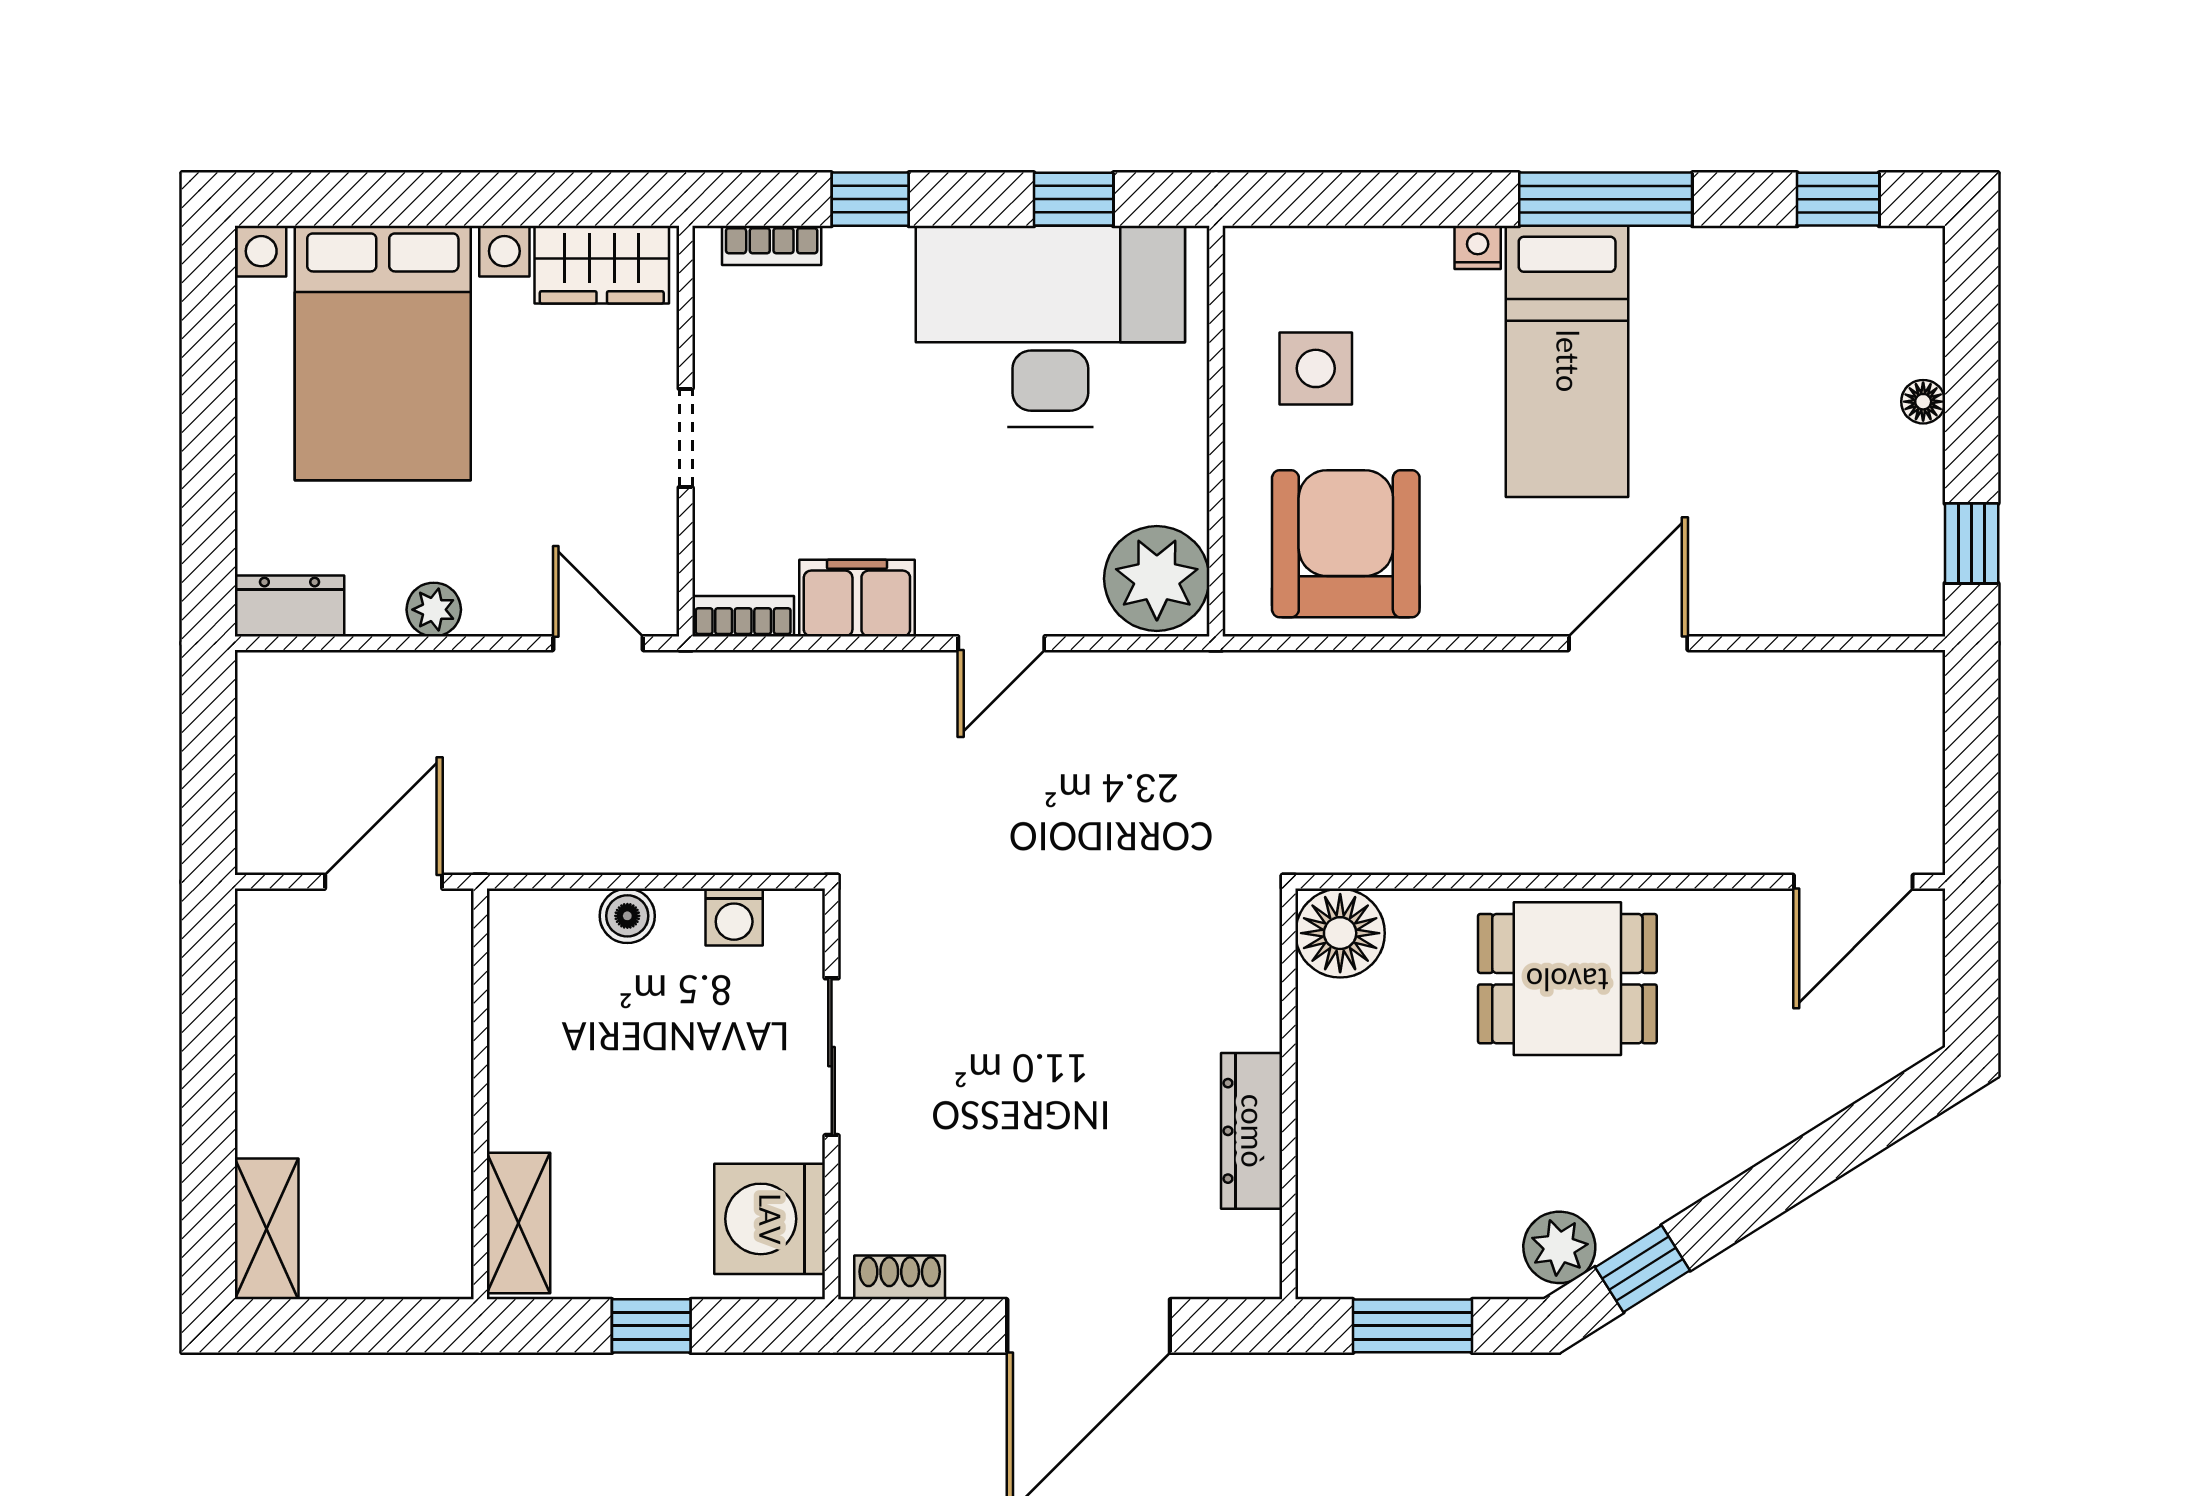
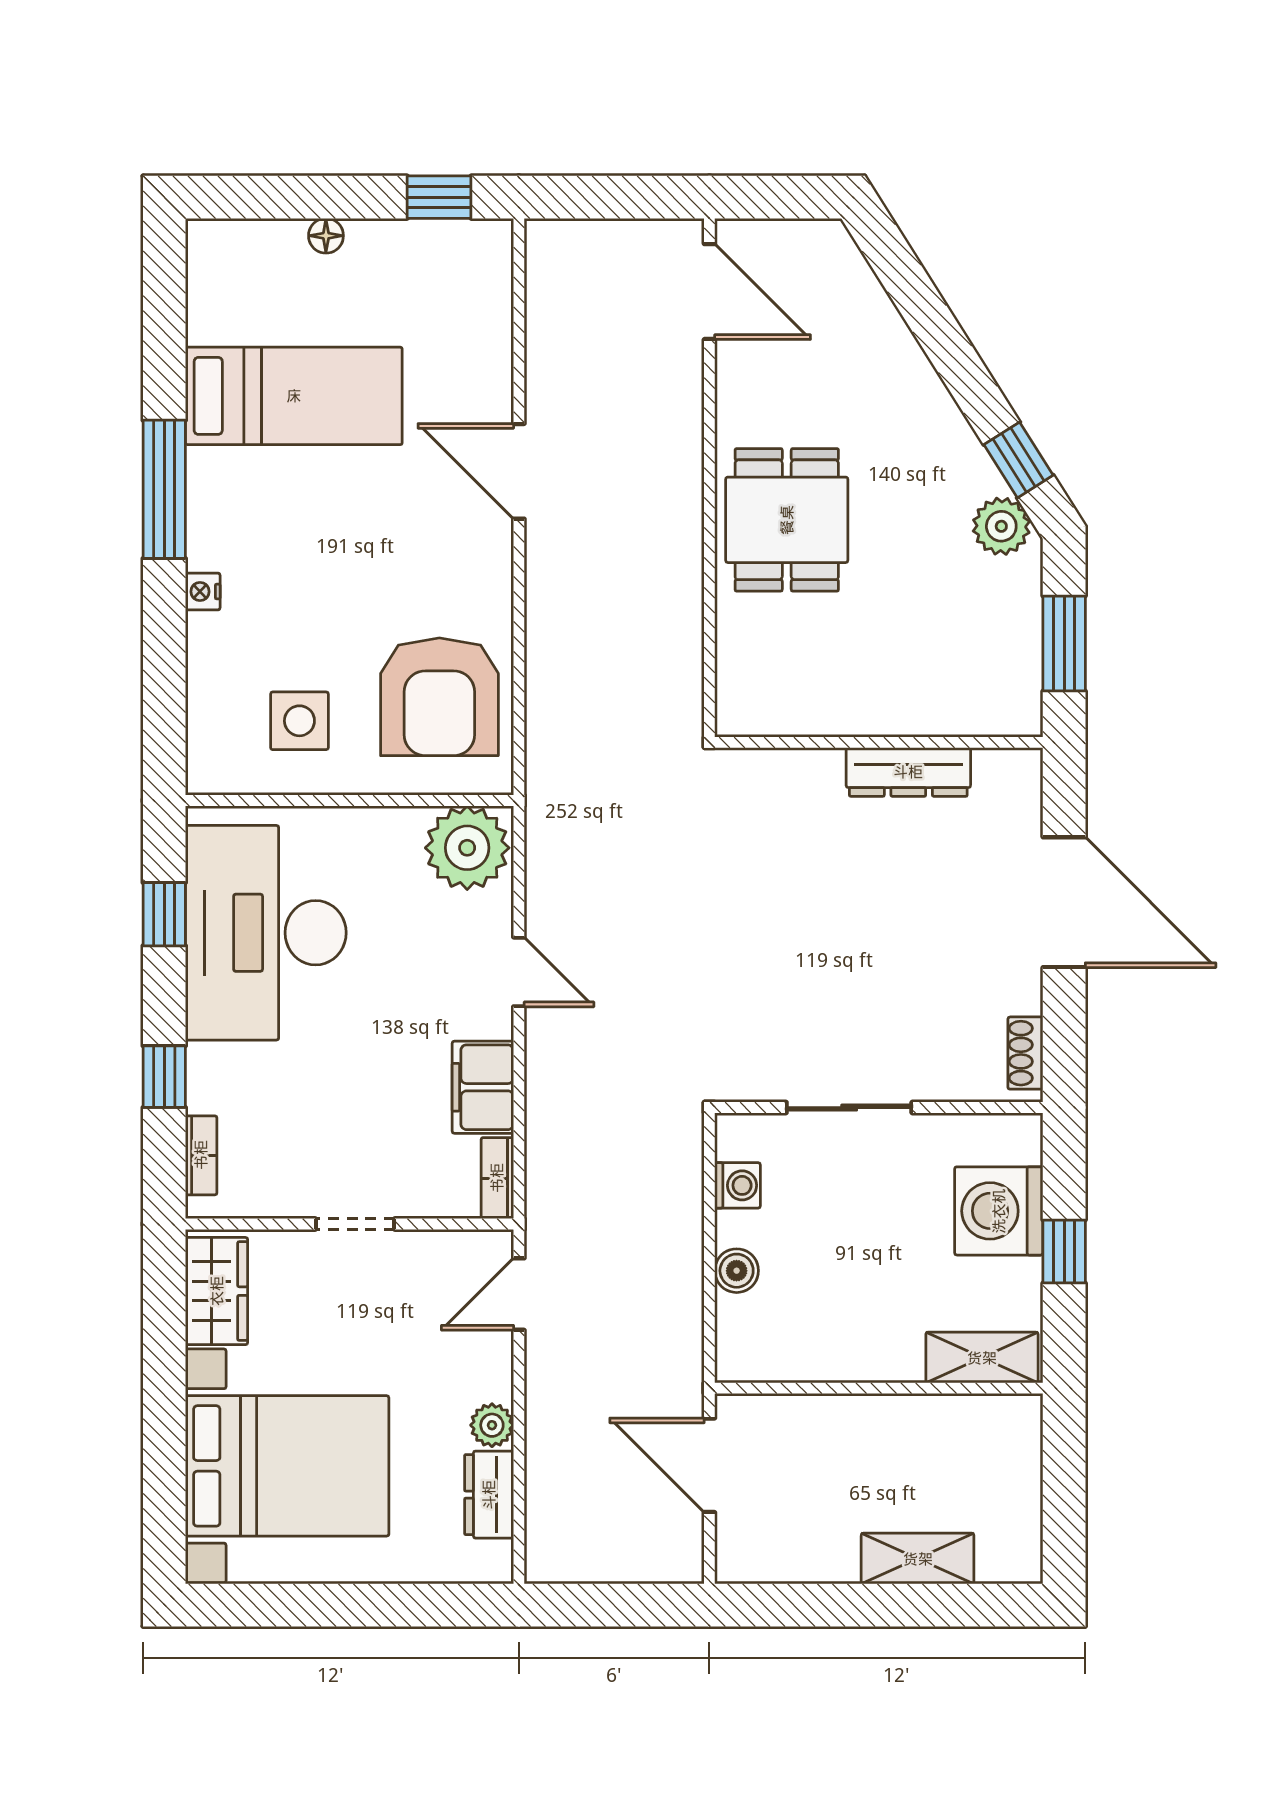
window: (1838, 199) -> (164, 304), removed
bed: (1567, 361) -> (294, 396), moved
armchair: (1346, 544) -> (439, 697), turned -90
dresser: (290, 606) -> (489, 1495), moved
floor lamp: (1340, 933) -> (750, 701), removed
washing machine: (770, 1219) -> (999, 1211), moved, turned 90
shelving: (267, 1229) -> (918, 1559), moved

